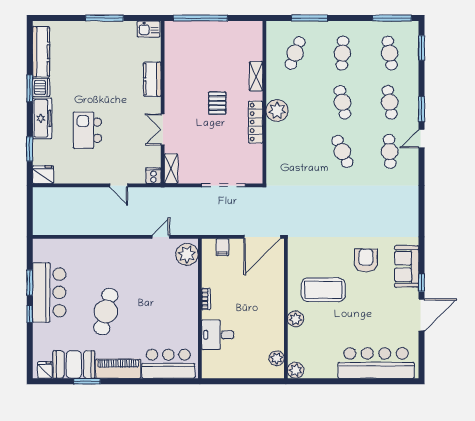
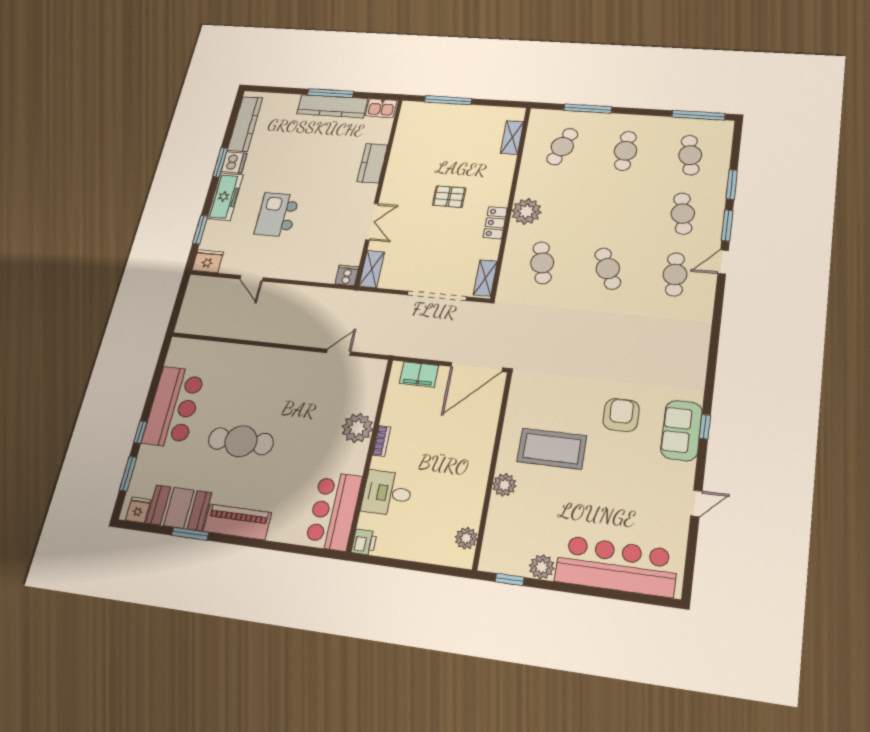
window: (200, 18) -> (448, 100), width x0.68
kitchen counter: (109, 30) -> (332, 106), added
window: (422, 48) -> (732, 184), moved
shelving: (256, 76) -> (512, 137), moved
cafe table: (342, 102) -> (542, 263), moved
pallet: (217, 103) -> (449, 197), turned 90
locker: (256, 122) -> (495, 223), width x0.66
double door: (163, 130) -> (372, 222), swing flipped
shelving: (256, 168) -> (485, 278), added
door: (119, 185) -> (252, 278), moved
filing cabinet: (222, 247) -> (419, 374), width x2.00
plant: (187, 254) -> (357, 428), moved
window: (30, 283) -> (128, 474), moved
window: (422, 283) -> (705, 427), moved
cafe table: (106, 312) -> (241, 441), turned 76
door: (422, 315) -> (696, 503), width x0.53
bar counter: (168, 364) -> (334, 511), moved, turned -90
printer: (209, 370) -> (364, 542), added
plant: (296, 370) -> (542, 567), moved
window: (310, 381) -> (510, 580), added

